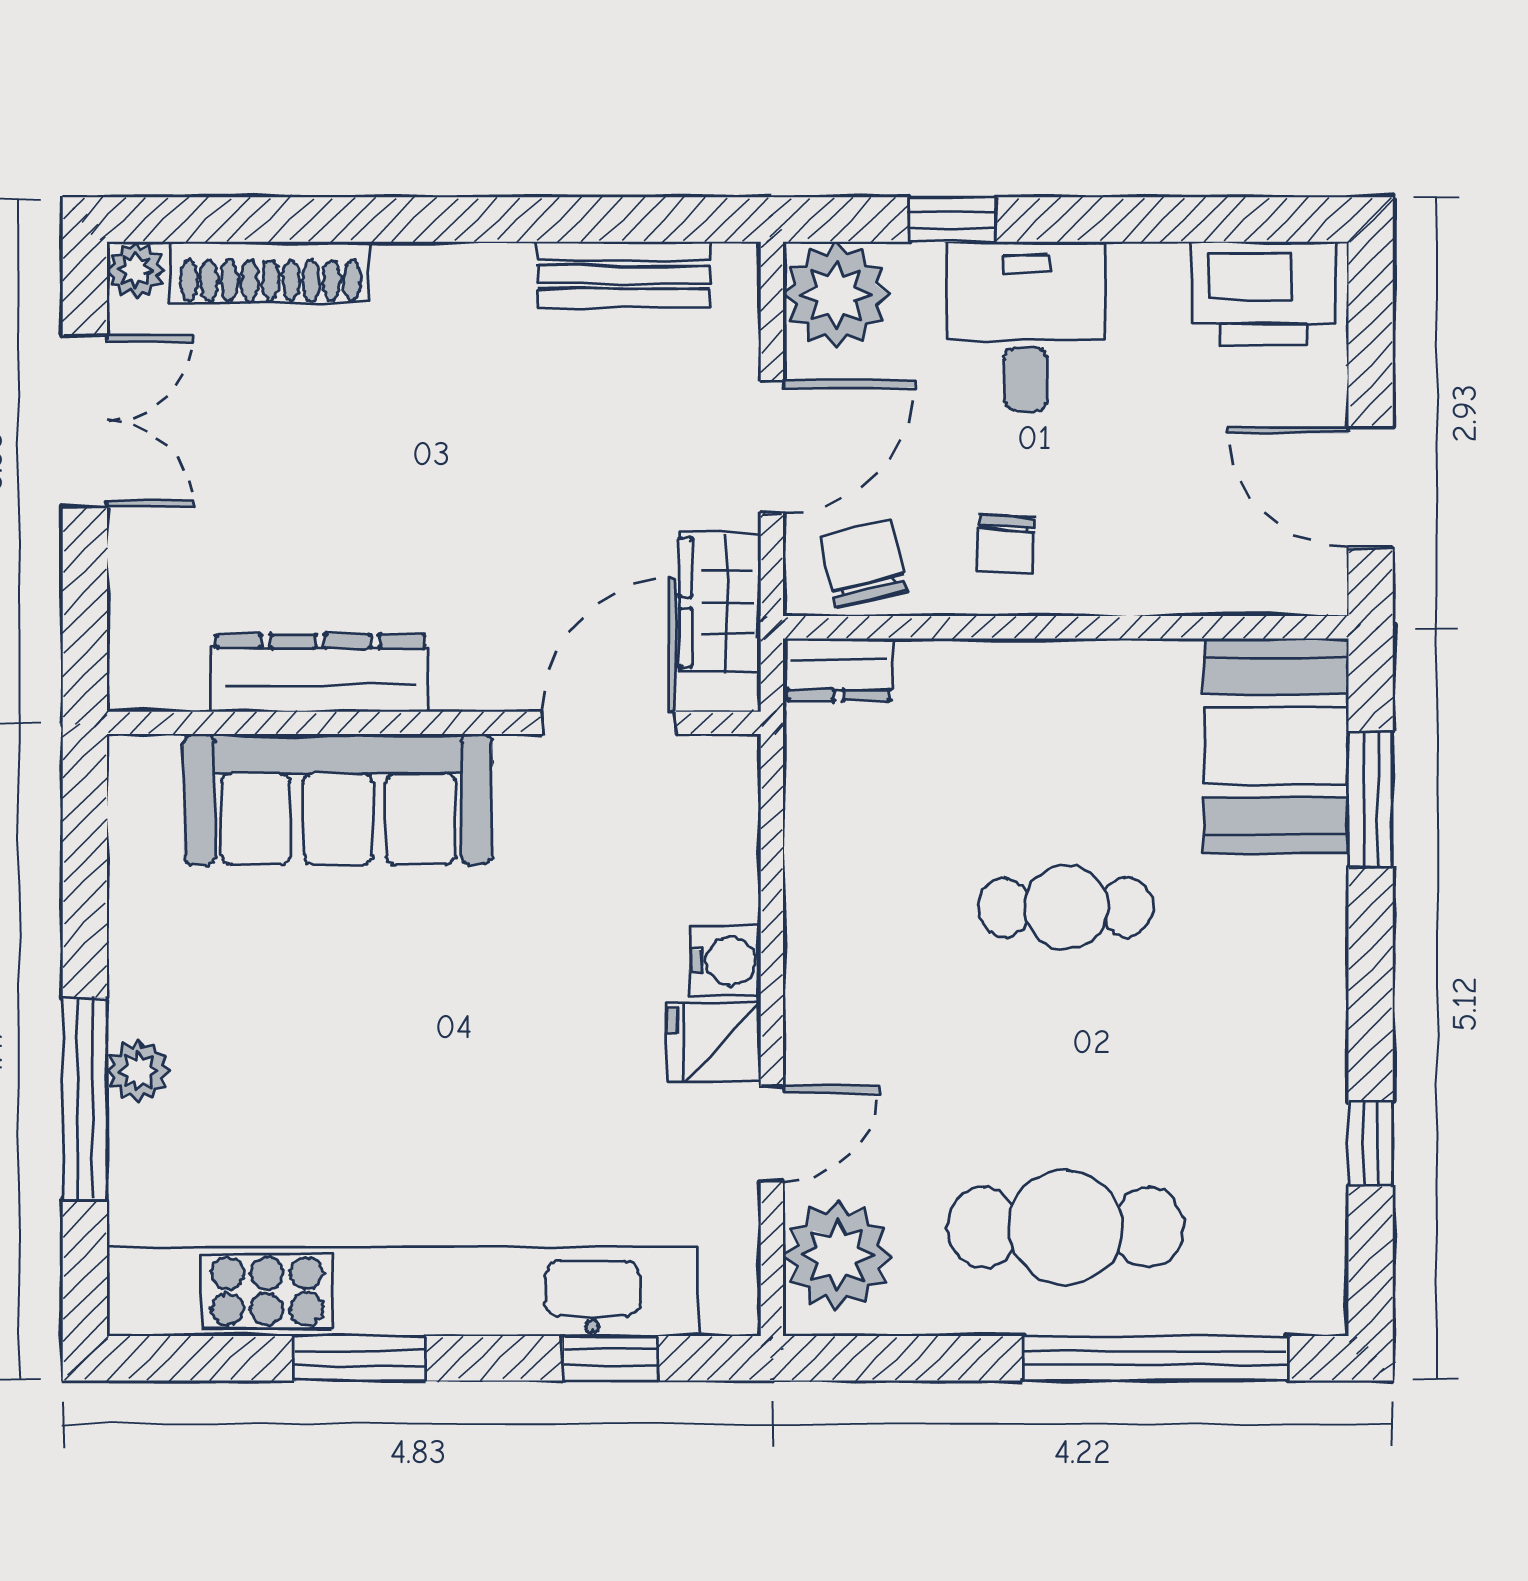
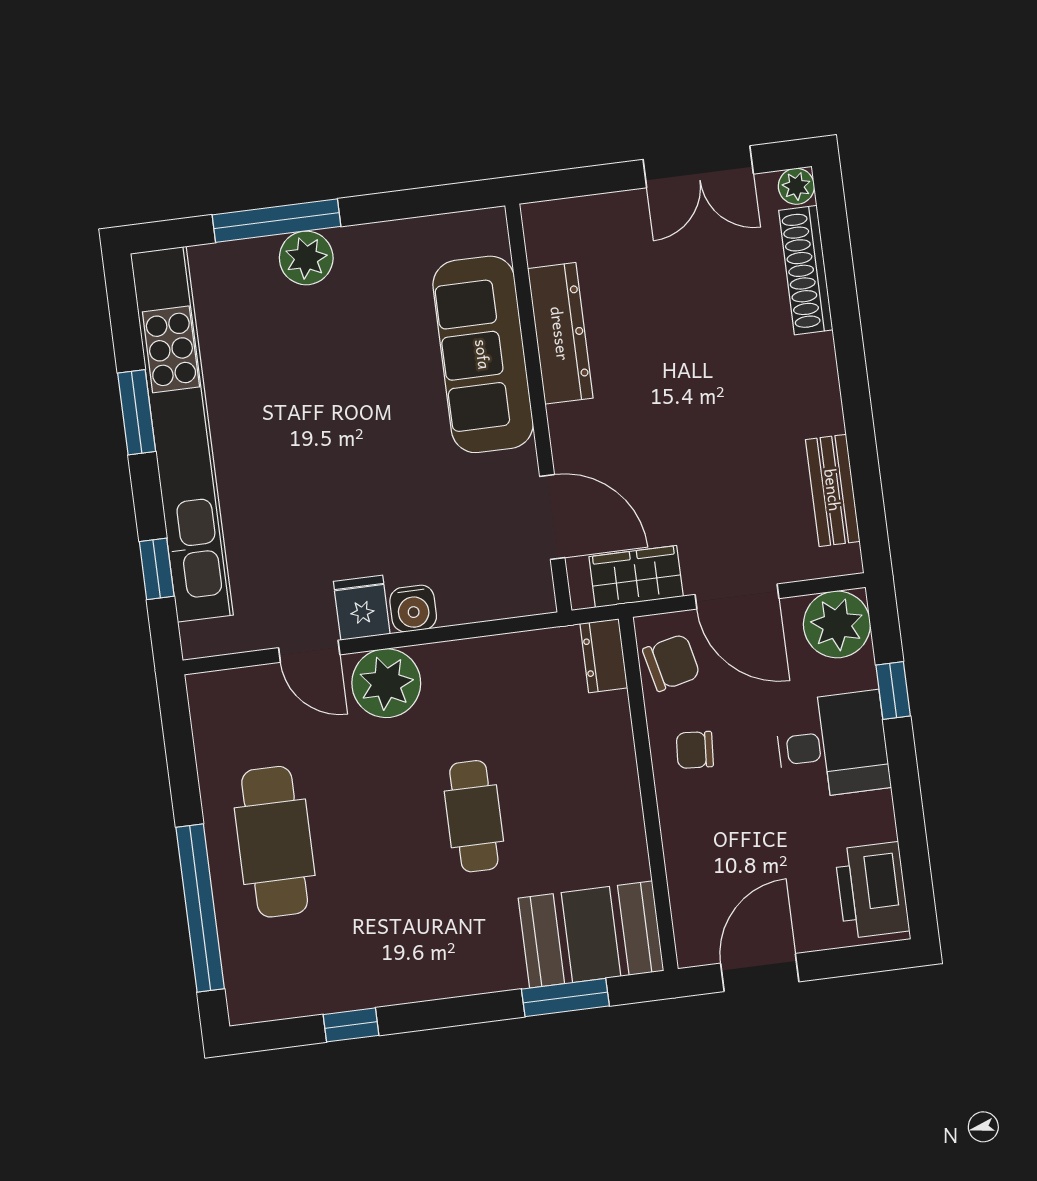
plant: (138, 1071) -> (306, 258), width x1.38, depth x1.38
plant: (838, 1255) -> (386, 683), moved

